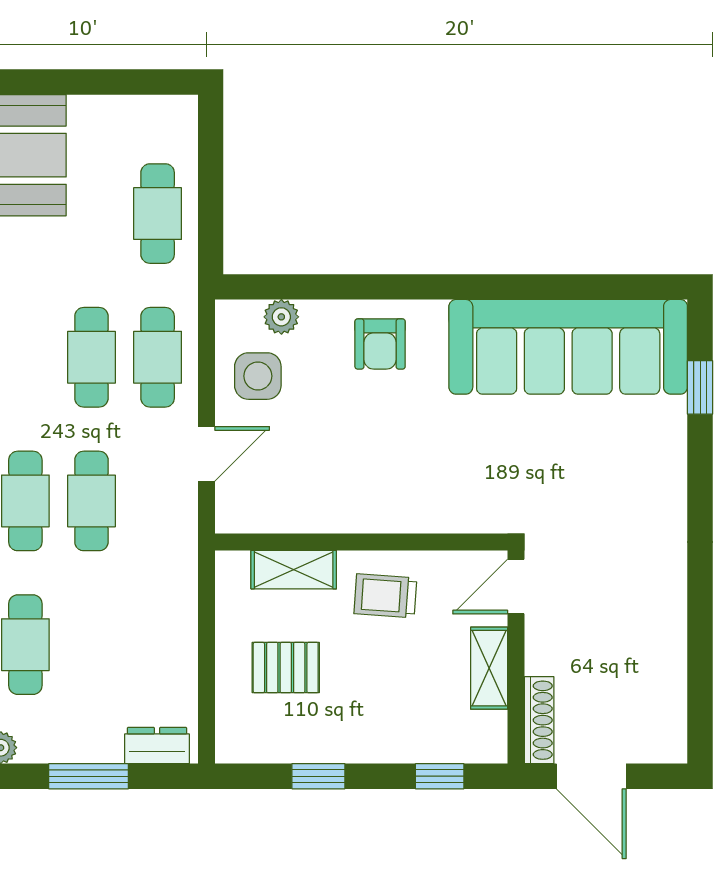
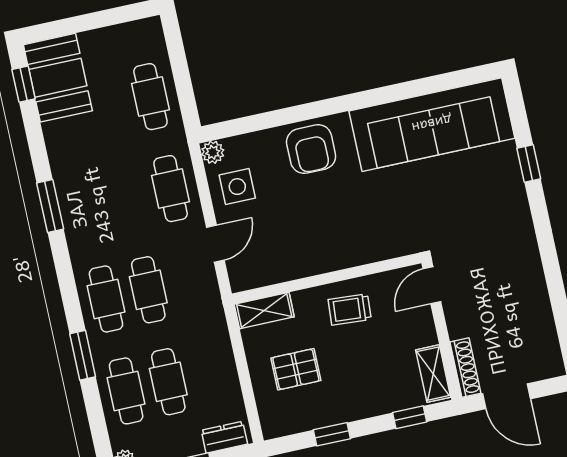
plant: (281, 317) -> (213, 152), moved
armchair: (380, 344) -> (311, 149), width x1.38, depth x1.38
cafe table: (91, 357) -> (168, 382), moved
window: (700, 387) -> (529, 164), moved
shelving: (294, 570) -> (264, 311), moved
shelving: (489, 668) -> (433, 374), moved

